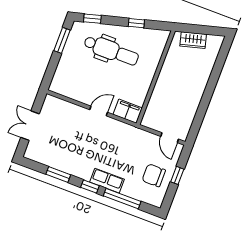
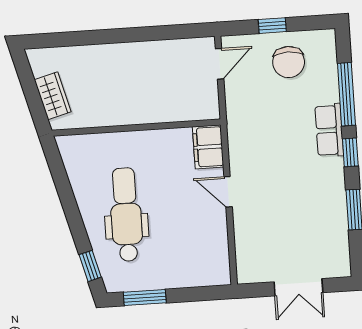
window: (136, 23) -> (66, 195), removed

